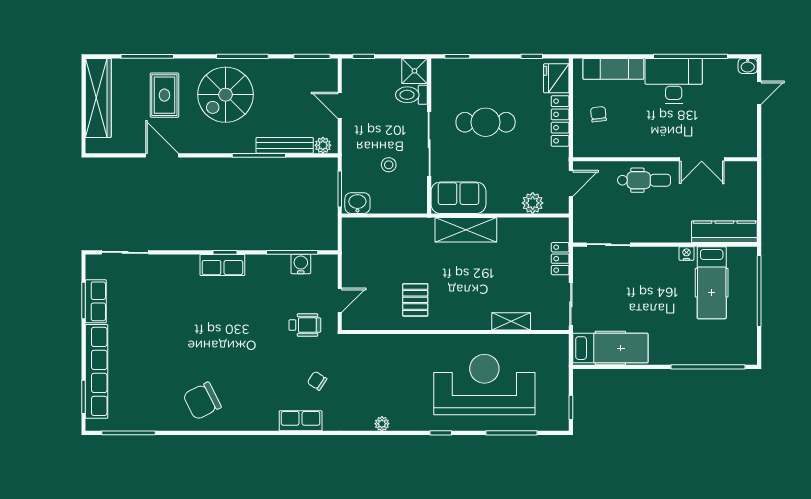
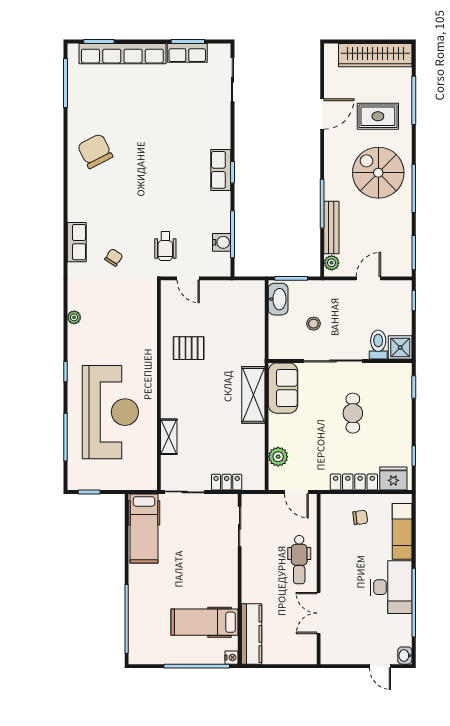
cafe table: (486, 122) -> (353, 413), width x0.73, depth x0.74
washbasin: (357, 203) -> (278, 299), width x1.38
nightstand: (686, 253) -> (231, 658), moved

